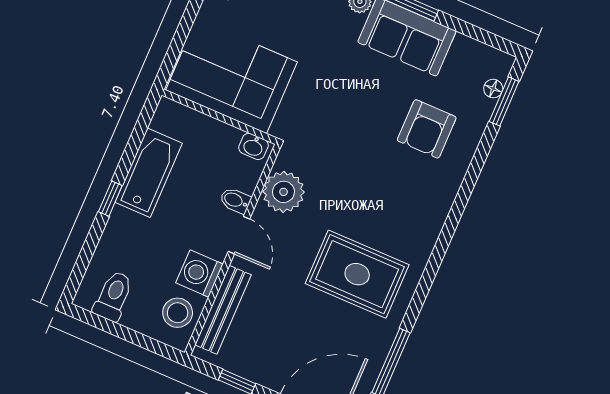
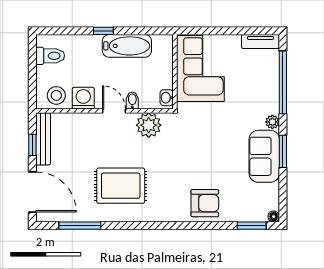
floor lamp: (493, 89) -> (274, 217), moved
armchair: (427, 129) -> (205, 203), moved, turned 180
door: (239, 235) -> (114, 111), swing flipped
rug: (357, 274) -> (121, 186), turned 90
bench: (223, 310) -> (43, 139), moved, turned 90

